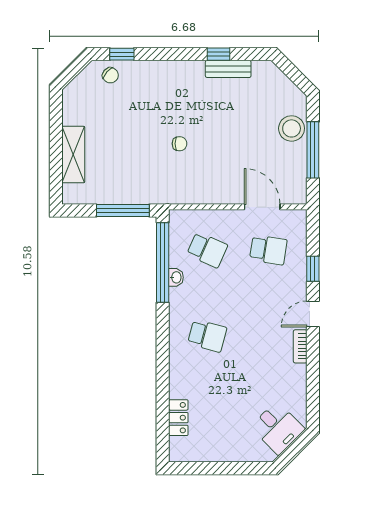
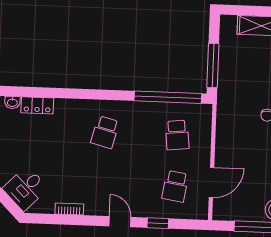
school desk: (207, 250) -> (177, 135), turned -30
washbasin: (176, 277) -> (12, 102), moved
bookcase: (300, 346) -> (69, 209), moved

